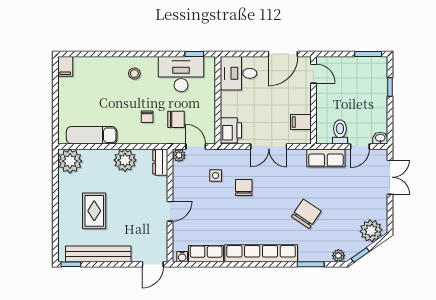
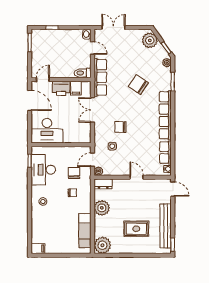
desk: (238, 73) -> (47, 131), width x1.37
printer: (231, 130) -> (61, 88), moved, turned 180
toilet: (340, 132) -> (83, 73), moved
double door: (269, 146) -> (92, 110), swing flipped
row of seats: (326, 158) -> (100, 77), width x1.48

